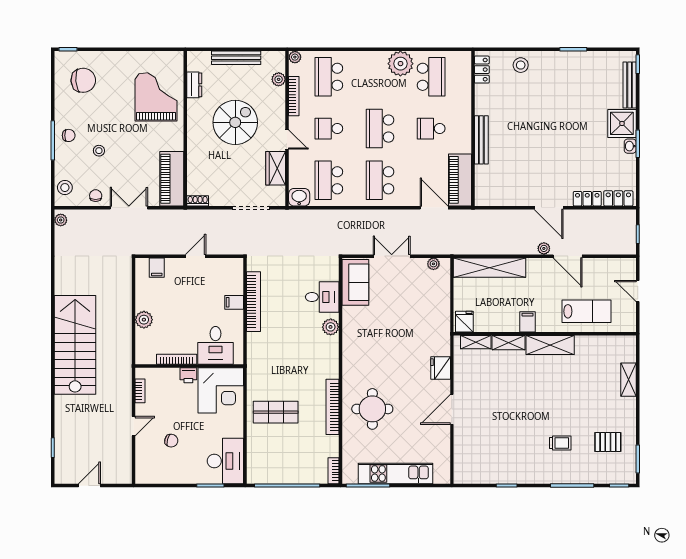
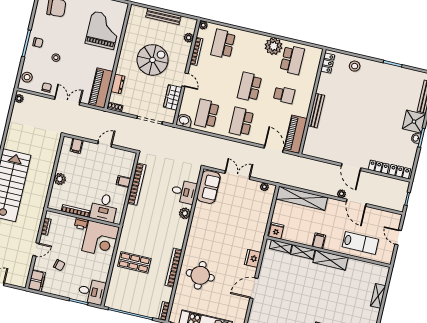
dresser: (194, 85) -> (118, 84), moved
school desk: (329, 129) -> (215, 79), removed
school desk: (431, 129) -> (284, 95), turned 180
desk: (225, 461) -> (92, 292), width x0.73
filing cabinet: (145, 470) -> (37, 281), added

